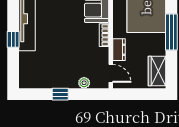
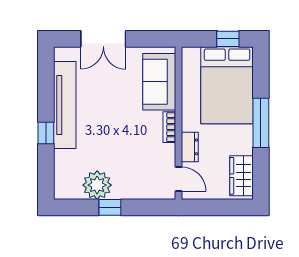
plant: (84, 83) -> (97, 185), moved, width x1.88, depth x1.88

